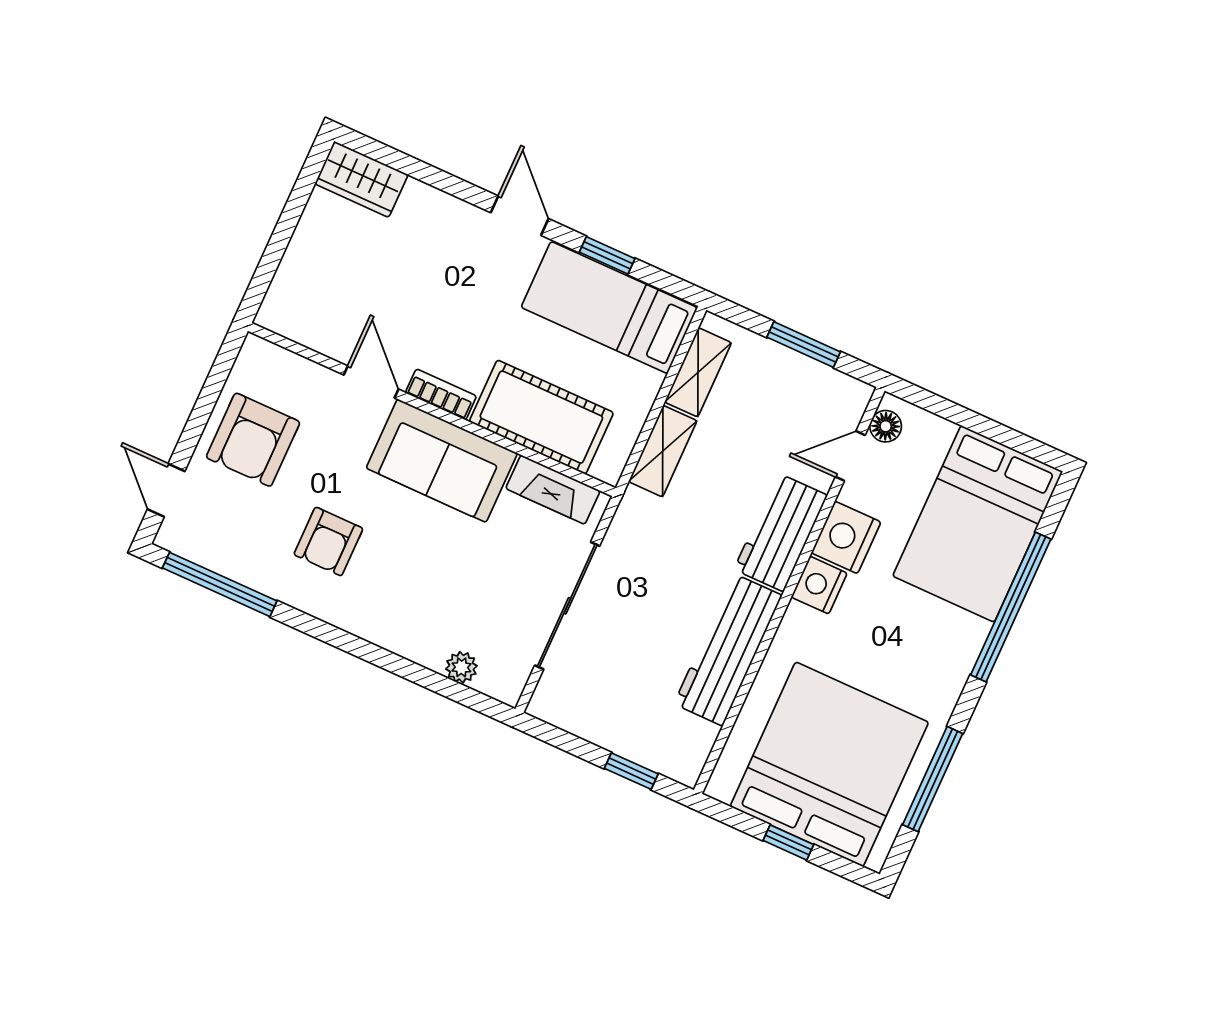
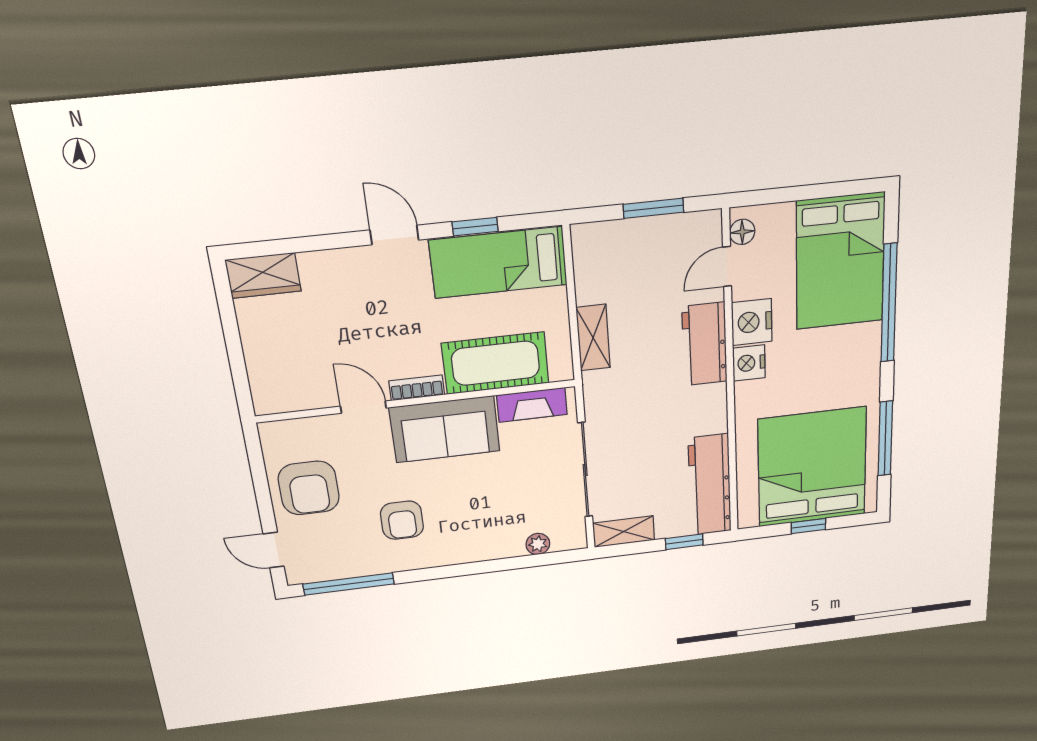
shelving: (698, 372) -> (624, 532), moved, turned 90
workbench: (728, 650) -> (710, 485), moved

